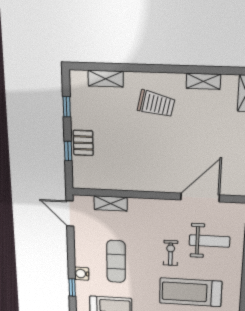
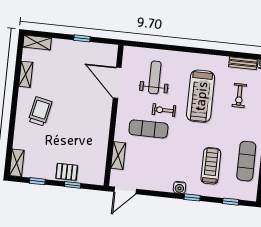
shelving: (106, 79) -> (17, 163), moved
exercise mat: (116, 261) -> (148, 129), moved

